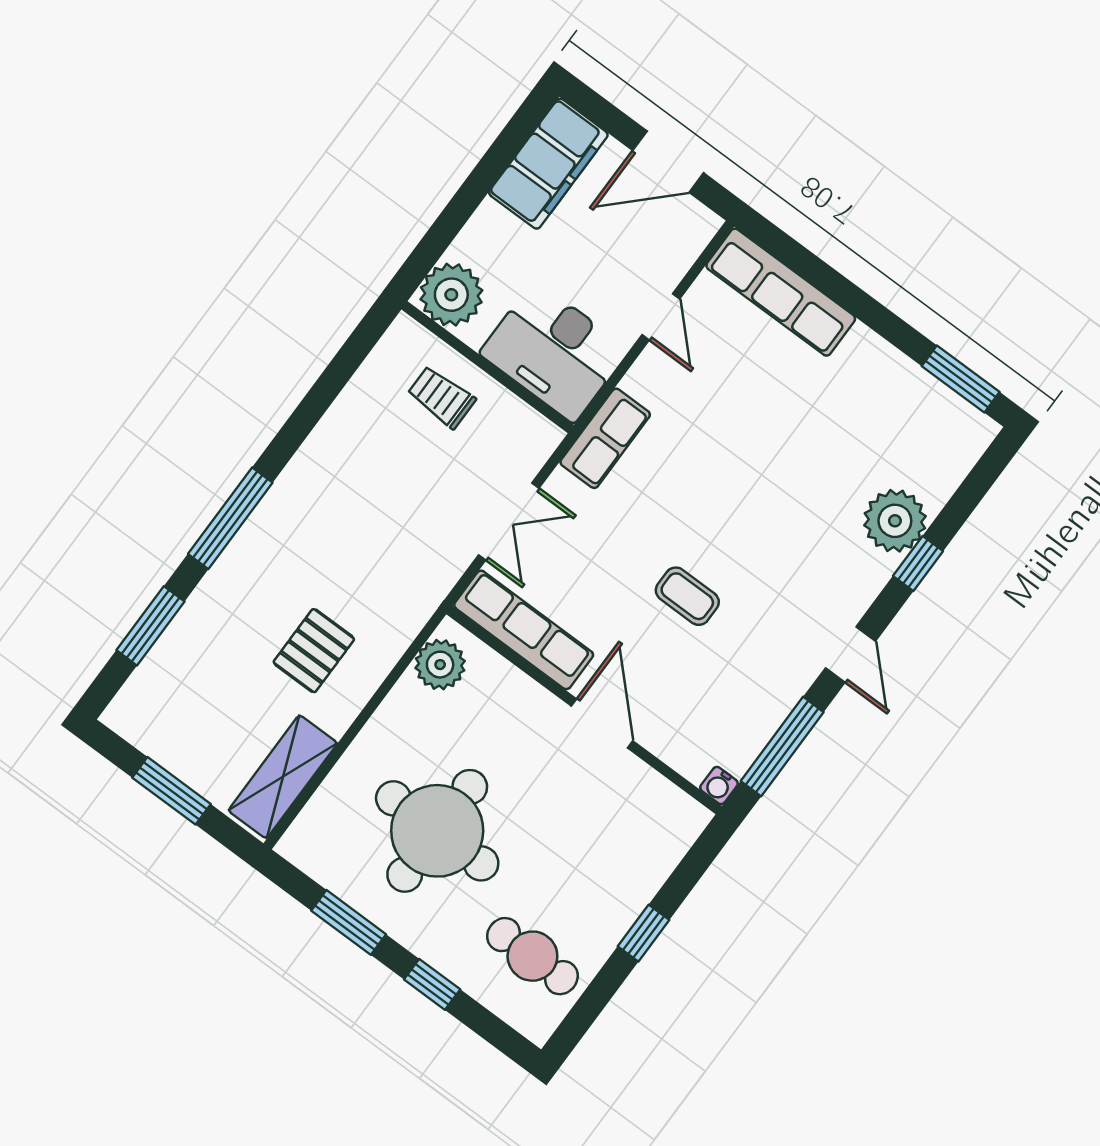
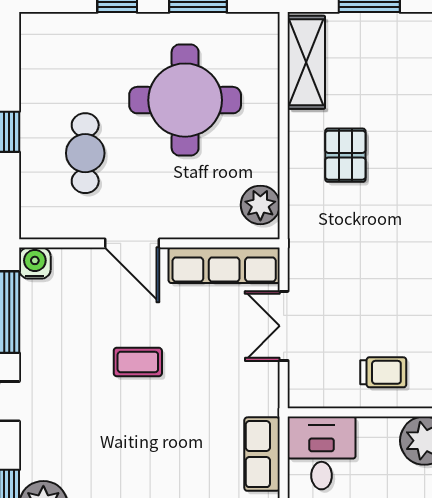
desk: (554, 351) -> (322, 453), width x0.73
row of seats: (605, 438) -> (262, 454), moved
water cooler: (719, 786) -> (35, 263), width x1.38, depth x1.38
cafe table: (532, 956) -> (85, 153), moved, turned 90

